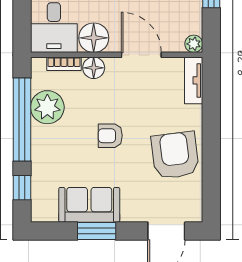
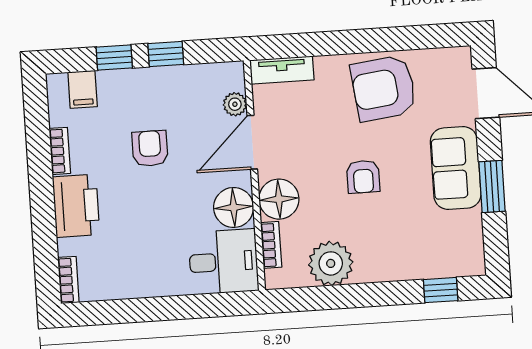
plant: (194, 44) -> (235, 104), moved
floor lamp: (94, 68) -> (279, 199), width x1.38, depth x1.38
window: (22, 120) -> (350, 296), removed
sofa: (89, 205) -> (456, 168), moved

